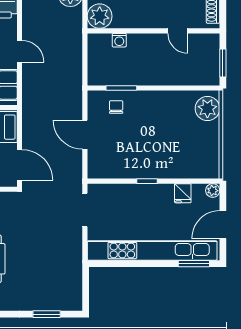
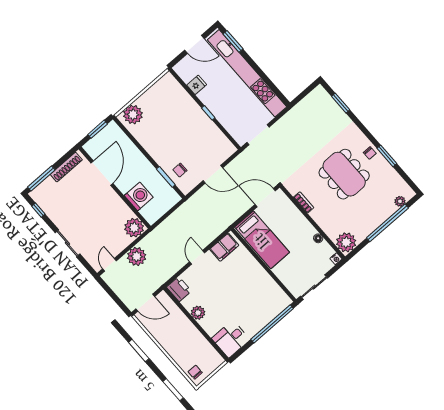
door: (178, 31) -> (102, 173), width x1.87
washing machine: (119, 40) -> (139, 196), width x1.89, depth x1.89
door: (85, 135) -> (213, 174), hinge flipped
door: (20, 165) -> (265, 198), hinge flipped
plant: (213, 191) -> (179, 68), removed

